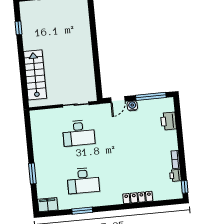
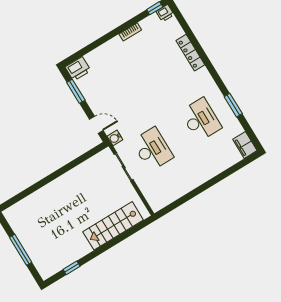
window: (151, 96) -> (76, 91), width x0.69
water cooler: (132, 106) -> (115, 138), moved
printer: (168, 121) -> (78, 69), moved
window: (32, 173) -> (220, 177), removed
printer: (175, 175) -> (165, 13), moved

